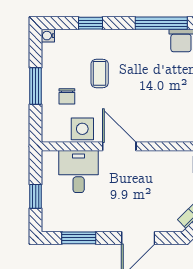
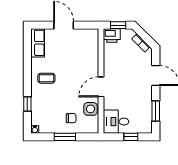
window: (161, 23) -> (27, 62), removed
coffee table: (100, 73) -> (46, 78), moved
desk: (79, 172) -> (116, 122), moved

